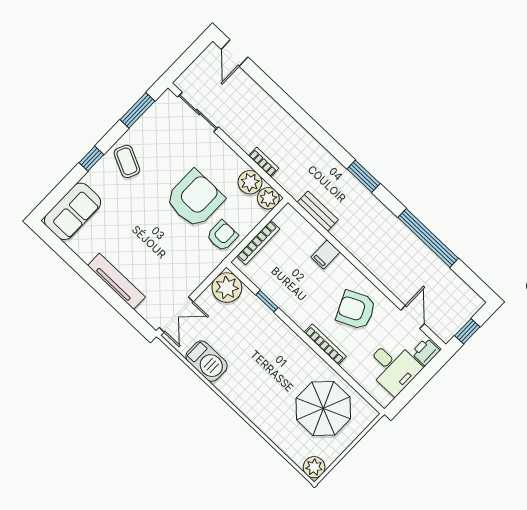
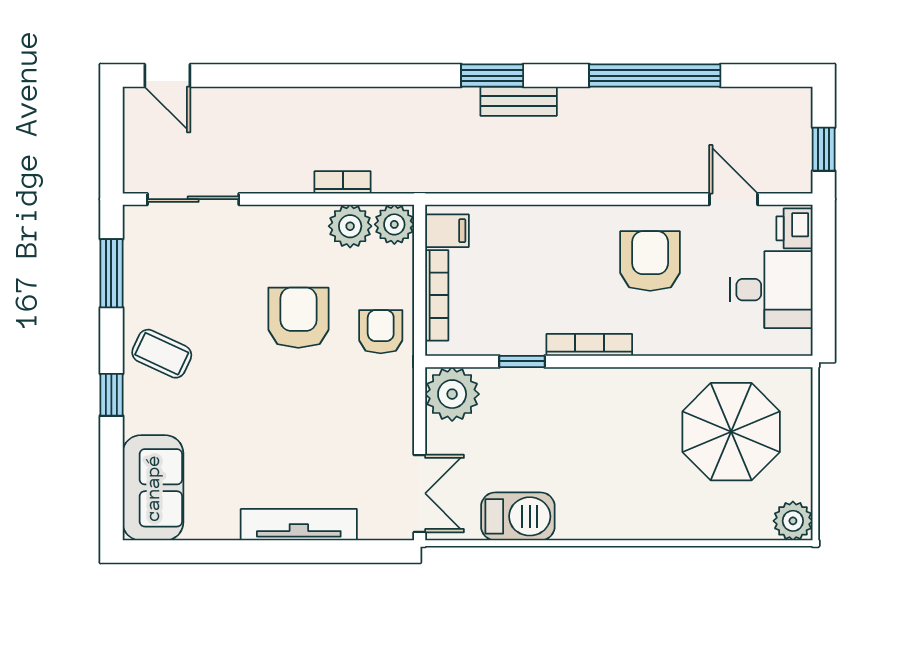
armchair: (195, 199) -> (298, 318), width x0.73, depth x0.73
bench: (318, 211) -> (519, 101), moved
filing cabinet: (325, 254) -> (447, 231), moved, turned -90
armchair: (356, 310) -> (650, 261), turned 115
bookcase: (325, 344) -> (589, 345), moved

